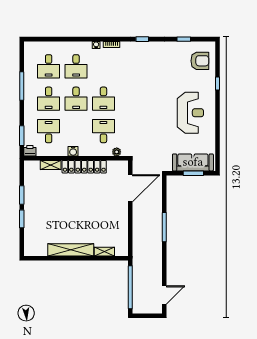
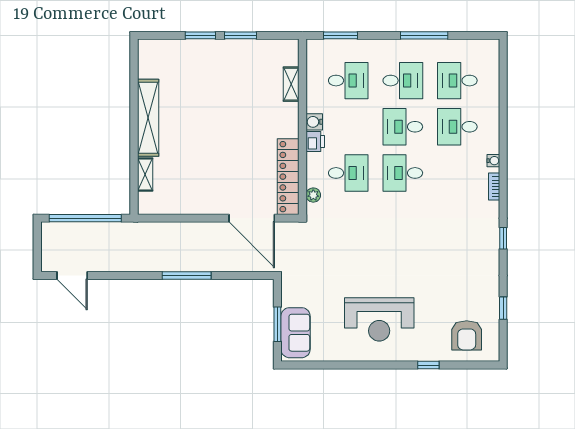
desk: (49, 99) -> (403, 81), turned 180
printer: (30, 151) -> (315, 142), moved
sofa: (193, 162) -> (296, 333), width x0.73
locker: (84, 167) -> (288, 177), moved

